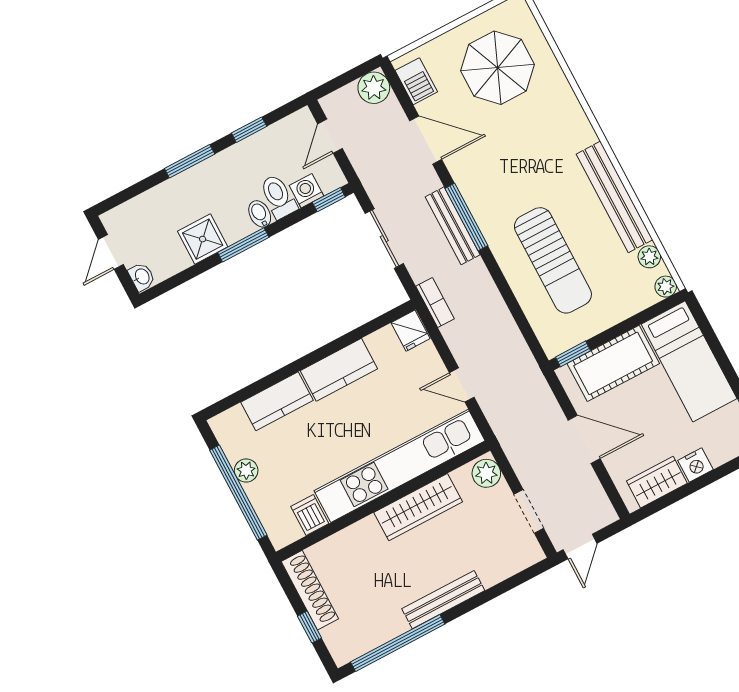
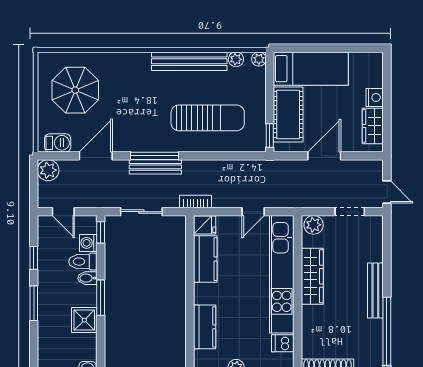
kitchen counter: (339, 370) -> (205, 259), moved

